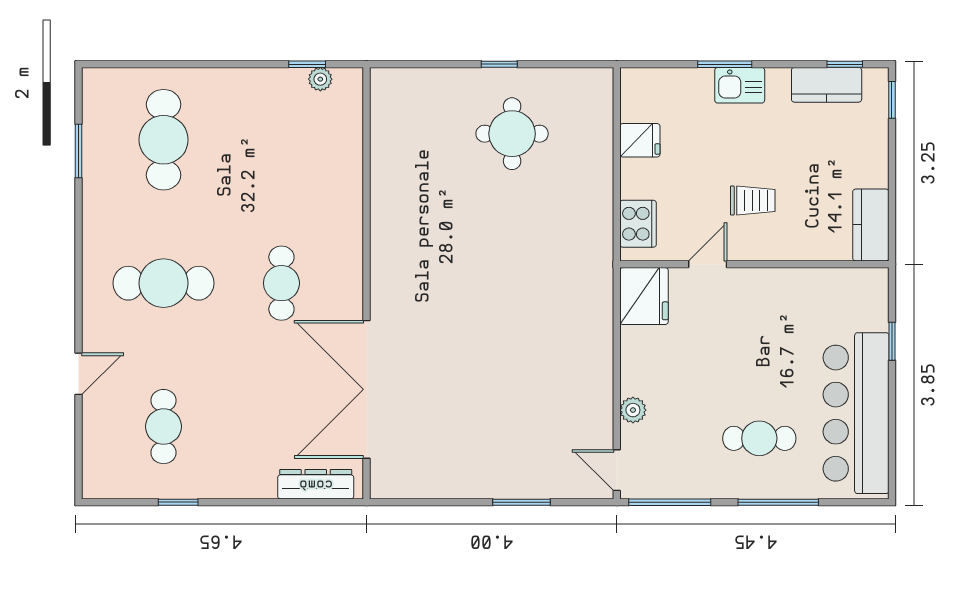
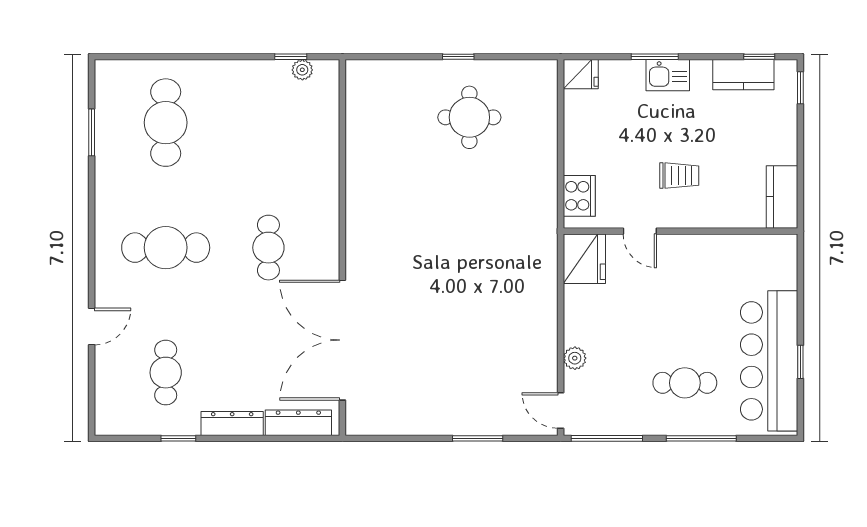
fridge: (640, 140) -> (581, 74), moved
door: (708, 264) -> (640, 231), swing flipped
window: (892, 341) -> (800, 362), moved
dresser: (240, 485) -> (232, 424), added

